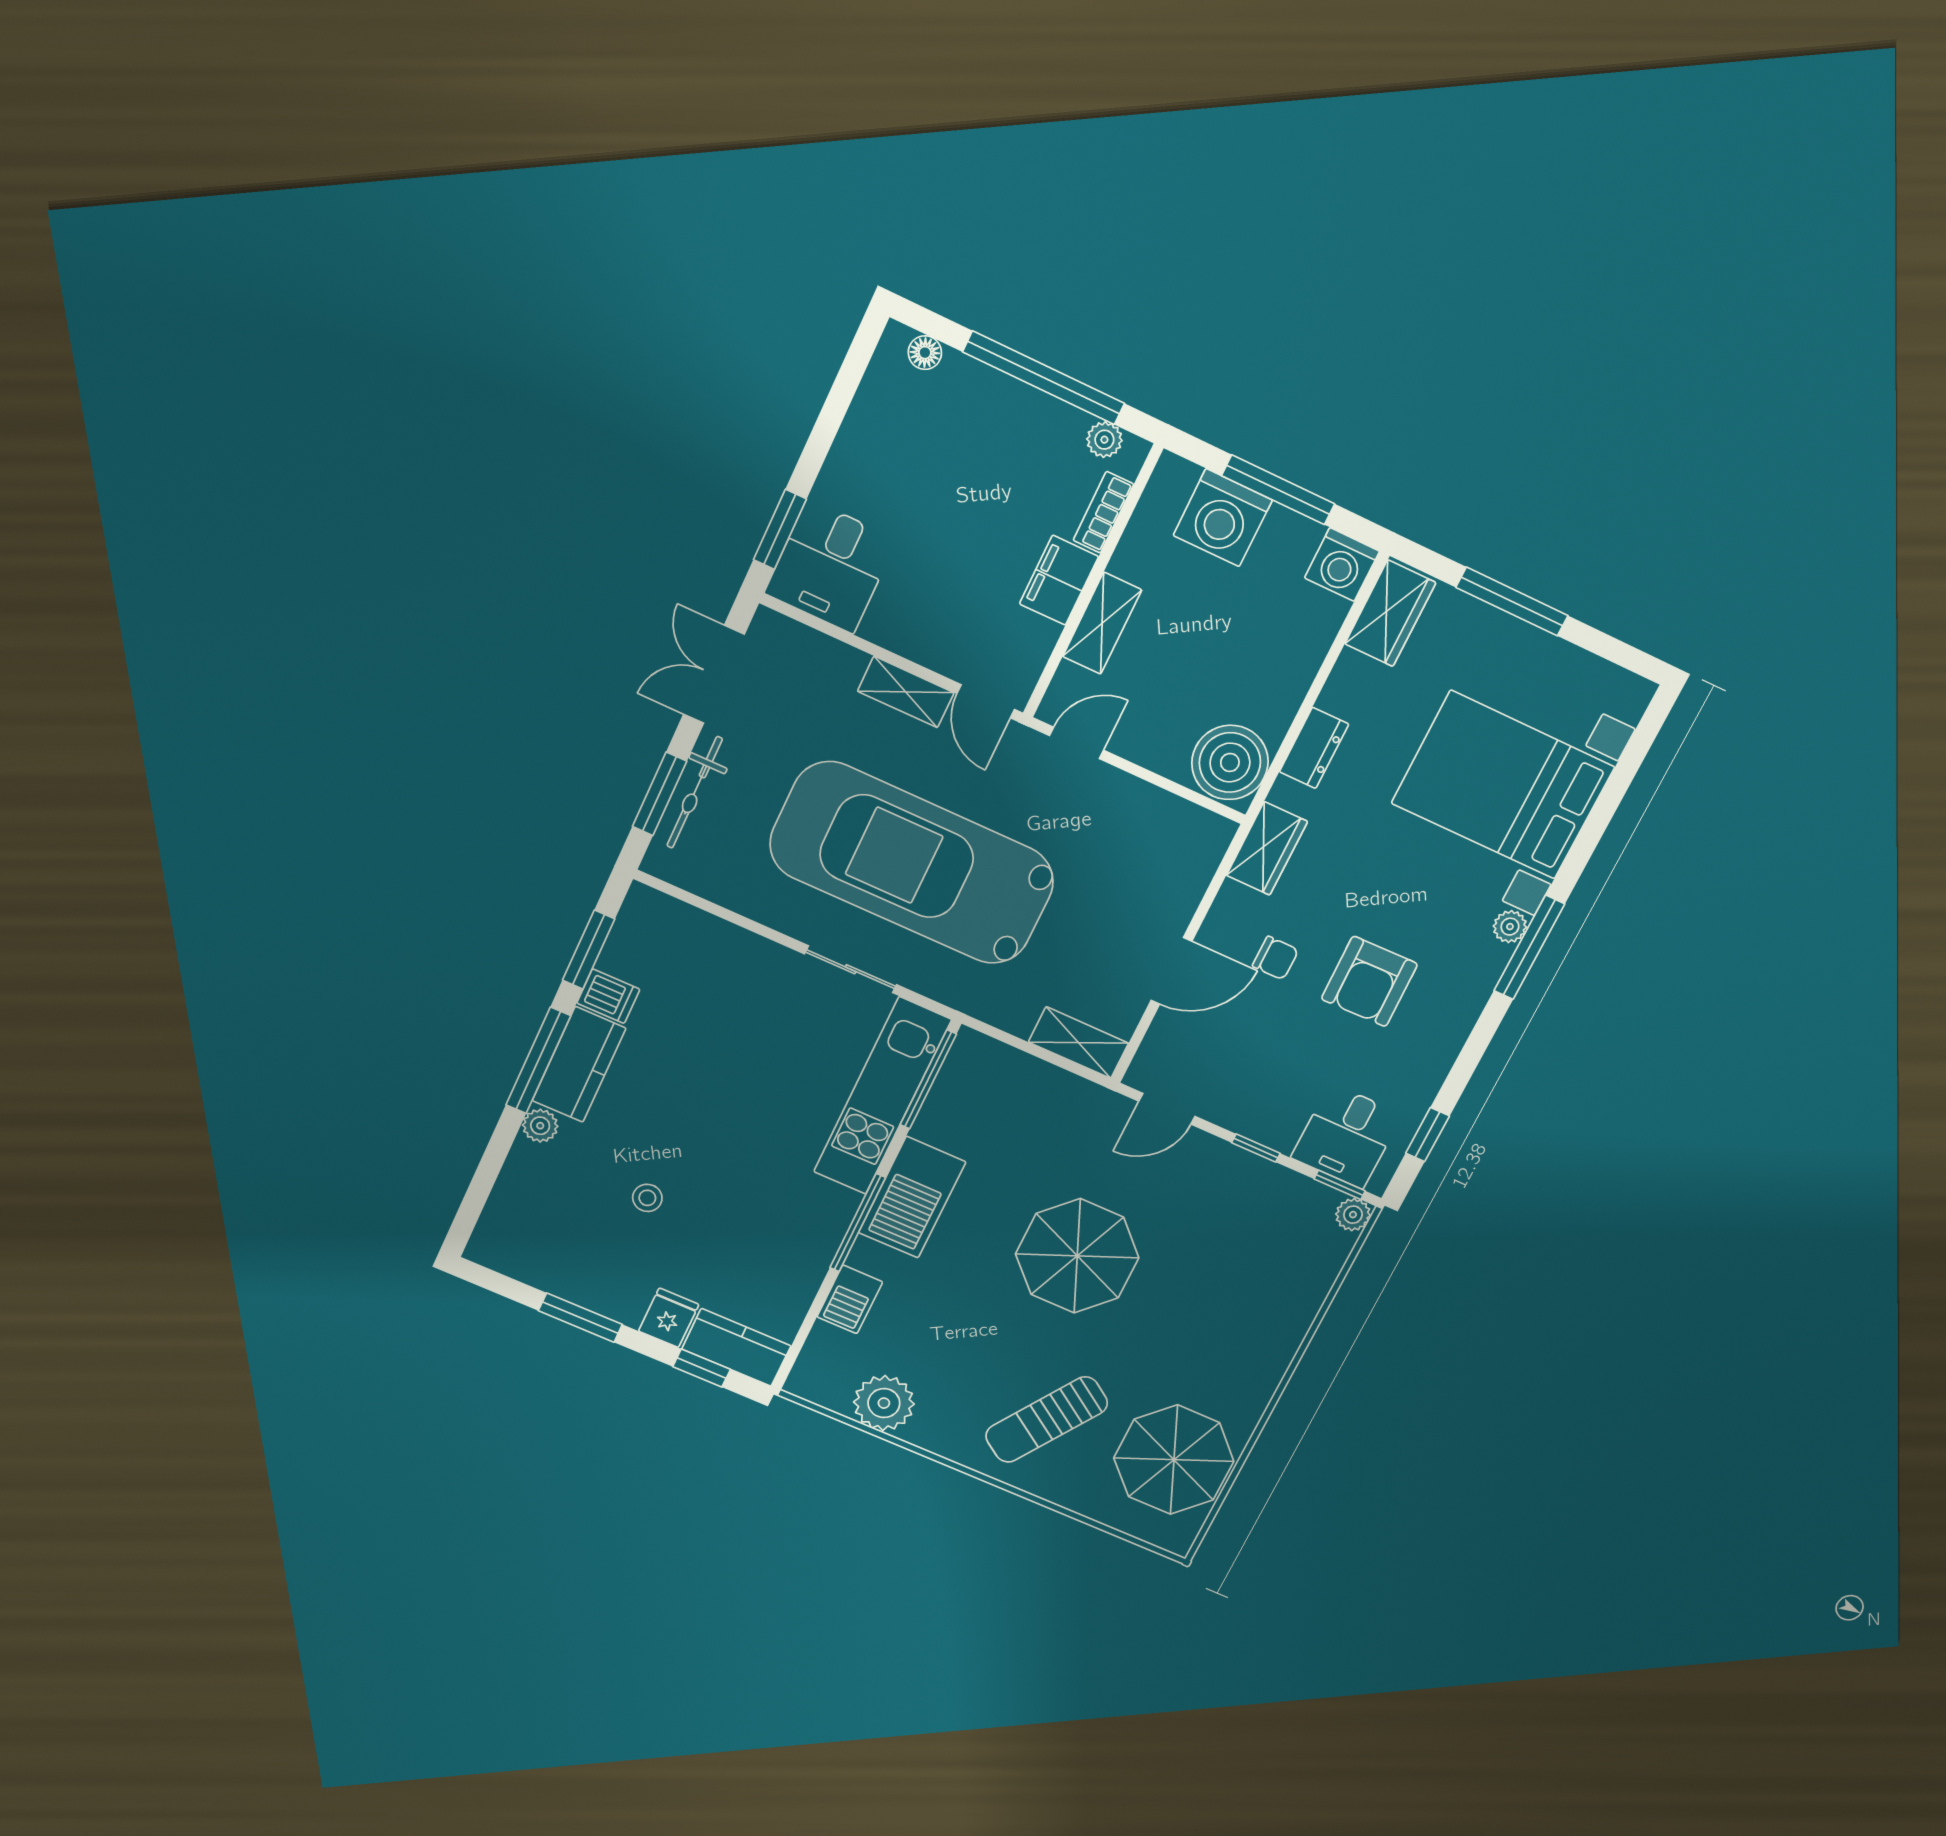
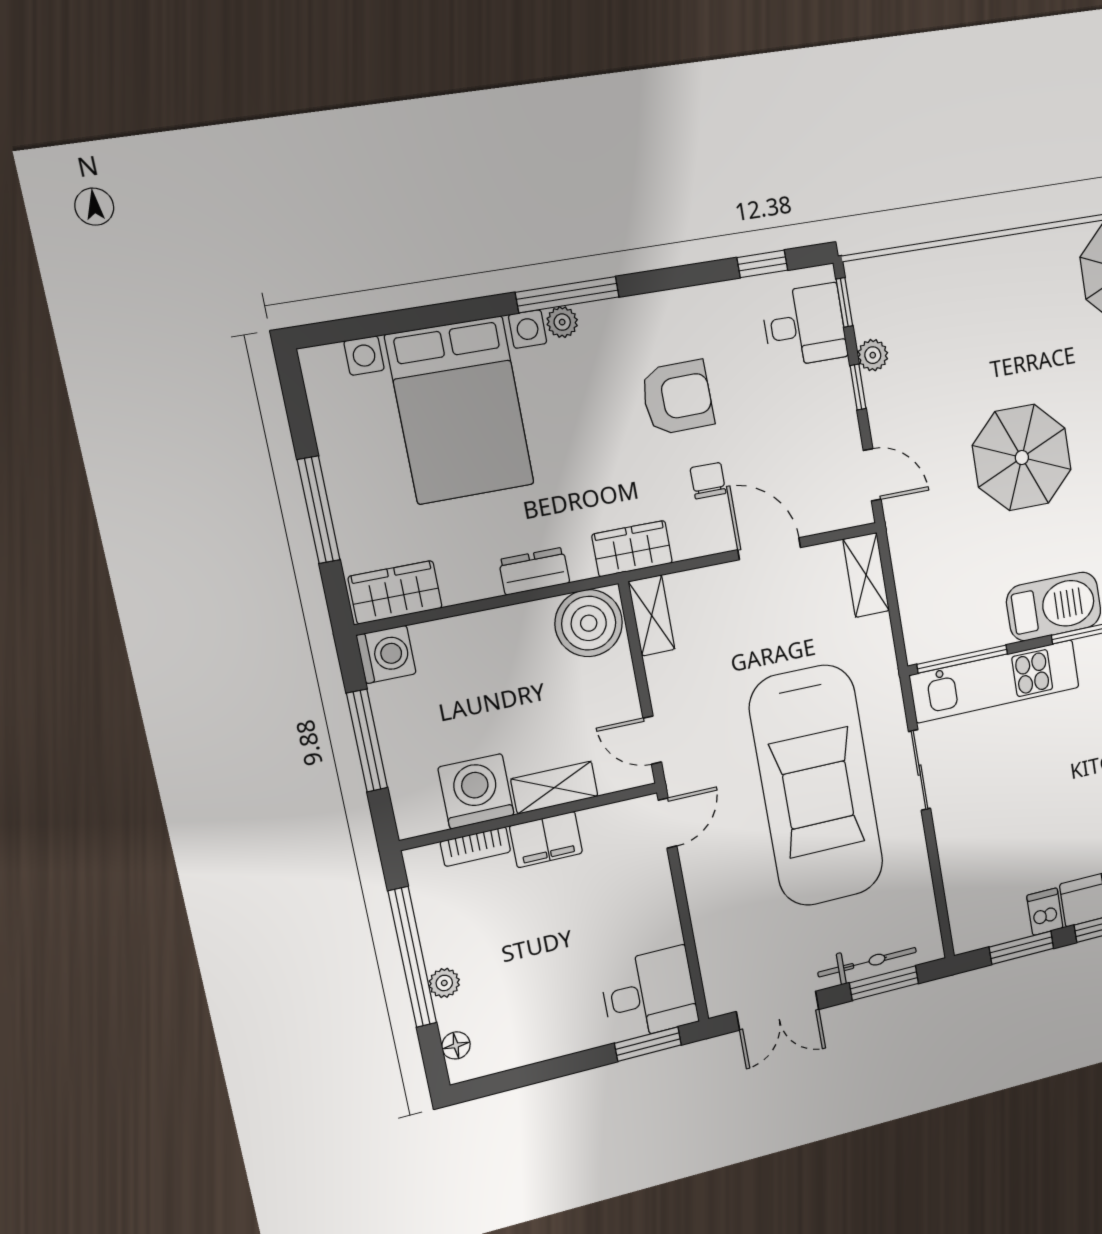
plant: (1104, 440) -> (444, 983), moved
washing machine: (1223, 518) -> (476, 791), moved, turned -90
shelving: (906, 692) -> (652, 615), moved
plant: (1353, 1215) -> (873, 355), moved

